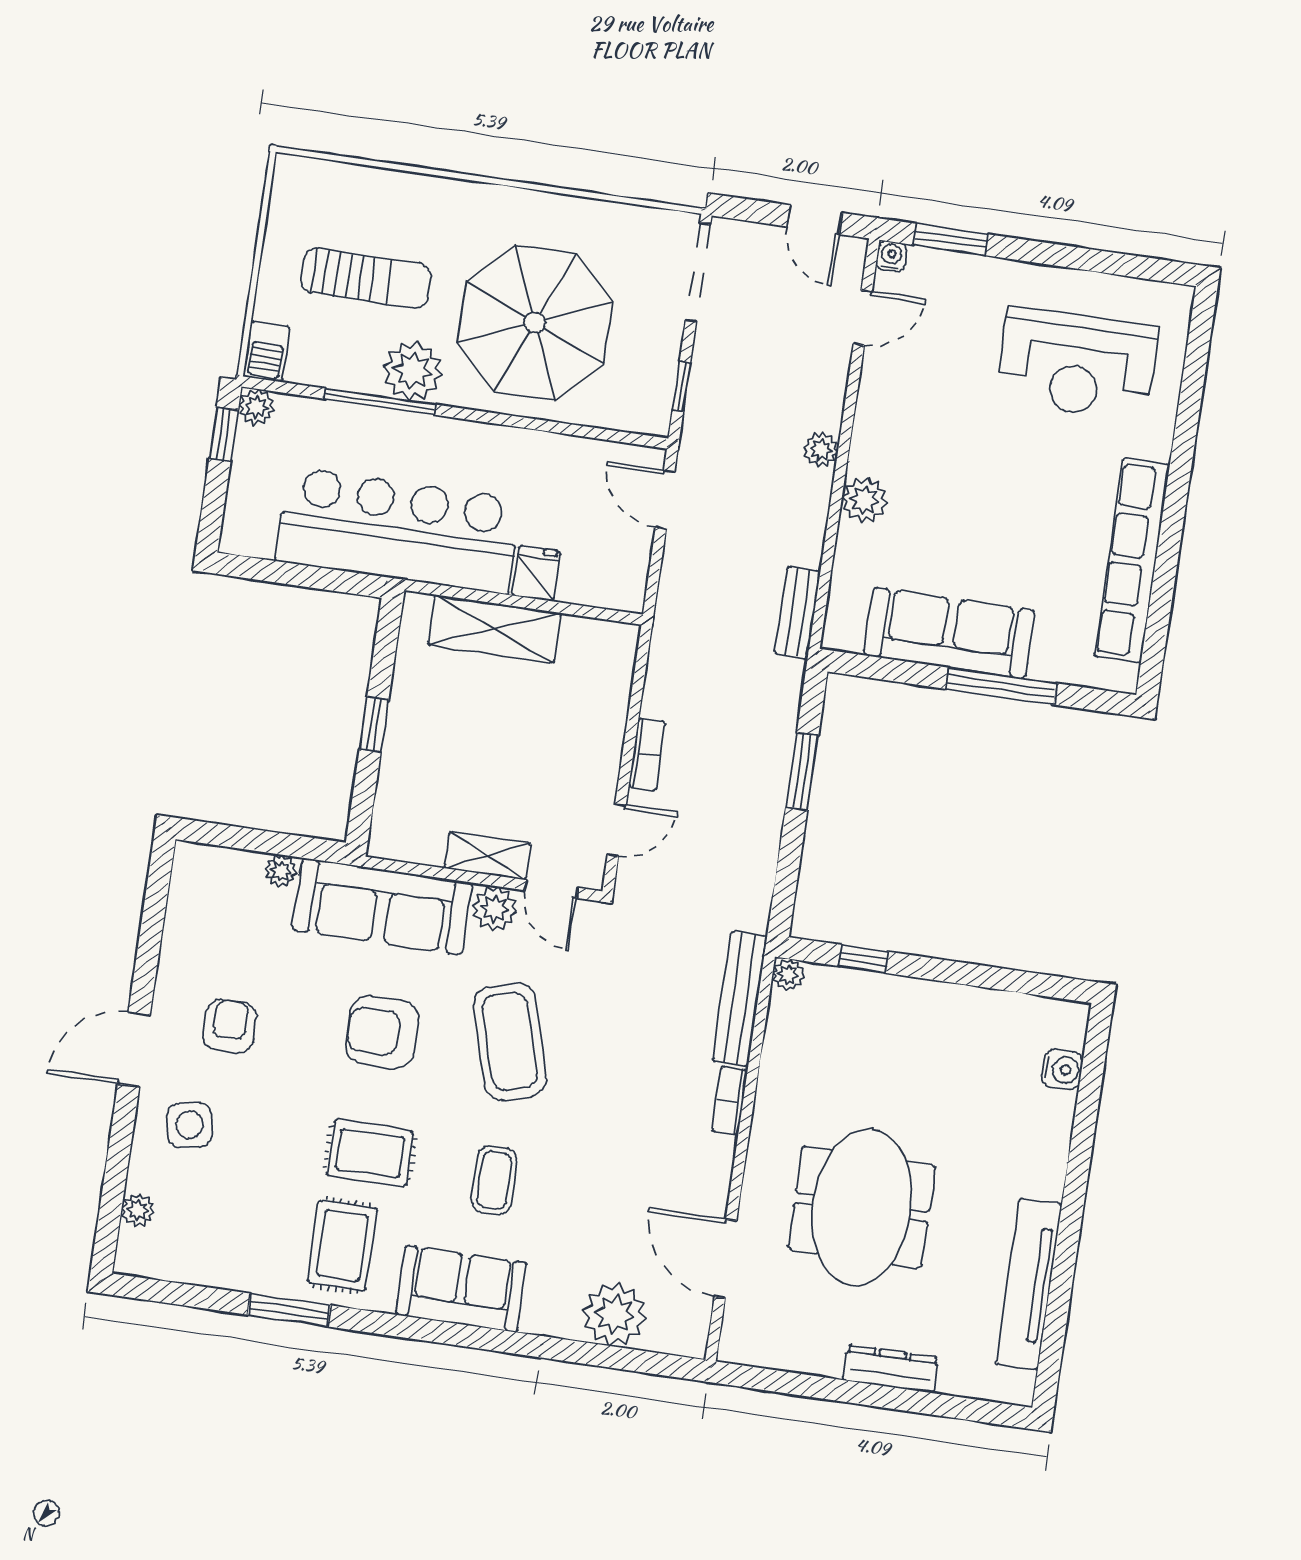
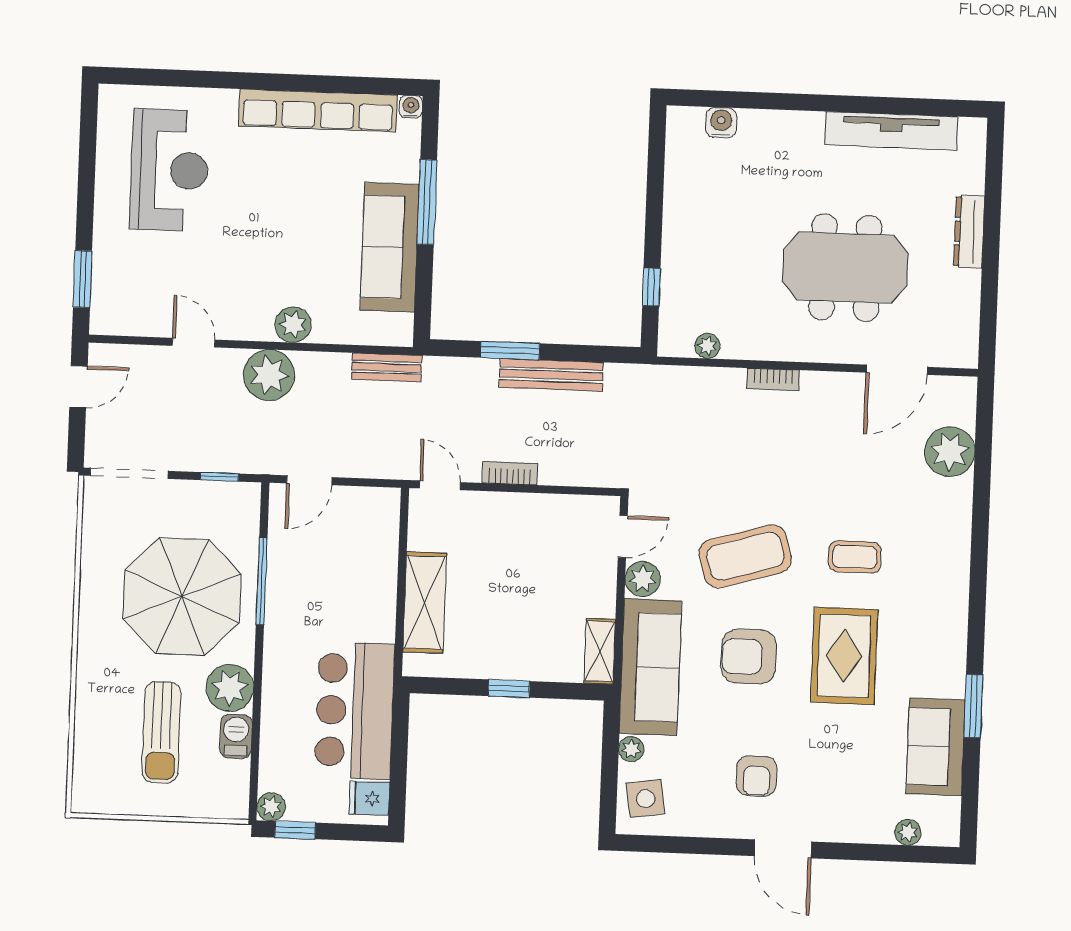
water cooler: (891, 256) -> (411, 107), moved, turned 90
sun lounger: (366, 278) -> (161, 732), turned 180
door: (863, 318) -> (194, 343), moved
barbecue: (267, 352) -> (236, 736), moved, turned -90
window: (380, 402) -> (262, 581), moved
plant: (821, 450) -> (269, 375), width x1.88, depth x1.88
bar counter: (398, 530) -> (355, 711), width x0.73
fridge: (536, 574) -> (369, 798), moved
door: (617, 830) -> (440, 485), moved
shelving: (488, 856) -> (600, 651), moved
plant: (788, 975) -> (707, 346), moved
bench: (740, 999) -> (551, 375), moved
armchair: (230, 1026) -> (757, 776), turned -90
armchair: (382, 1032) -> (749, 657), turned 90
side table: (190, 1125) -> (646, 799), moved
rug: (370, 1153) -> (844, 656), width x1.36, depth x1.43
rug: (342, 1245) -> (918, 670), removed
sofa: (461, 1289) -> (936, 747), moved

